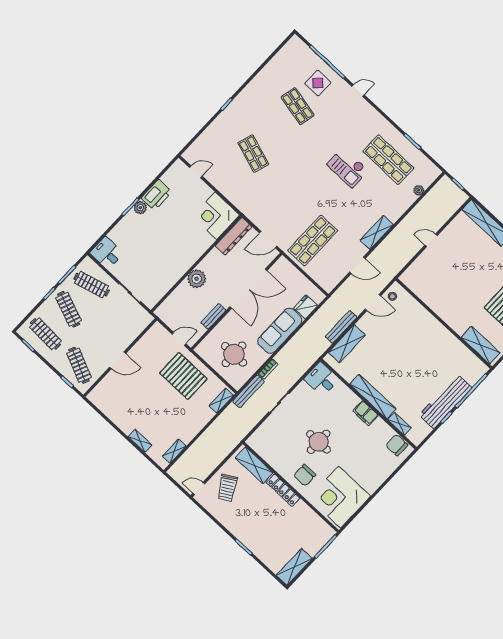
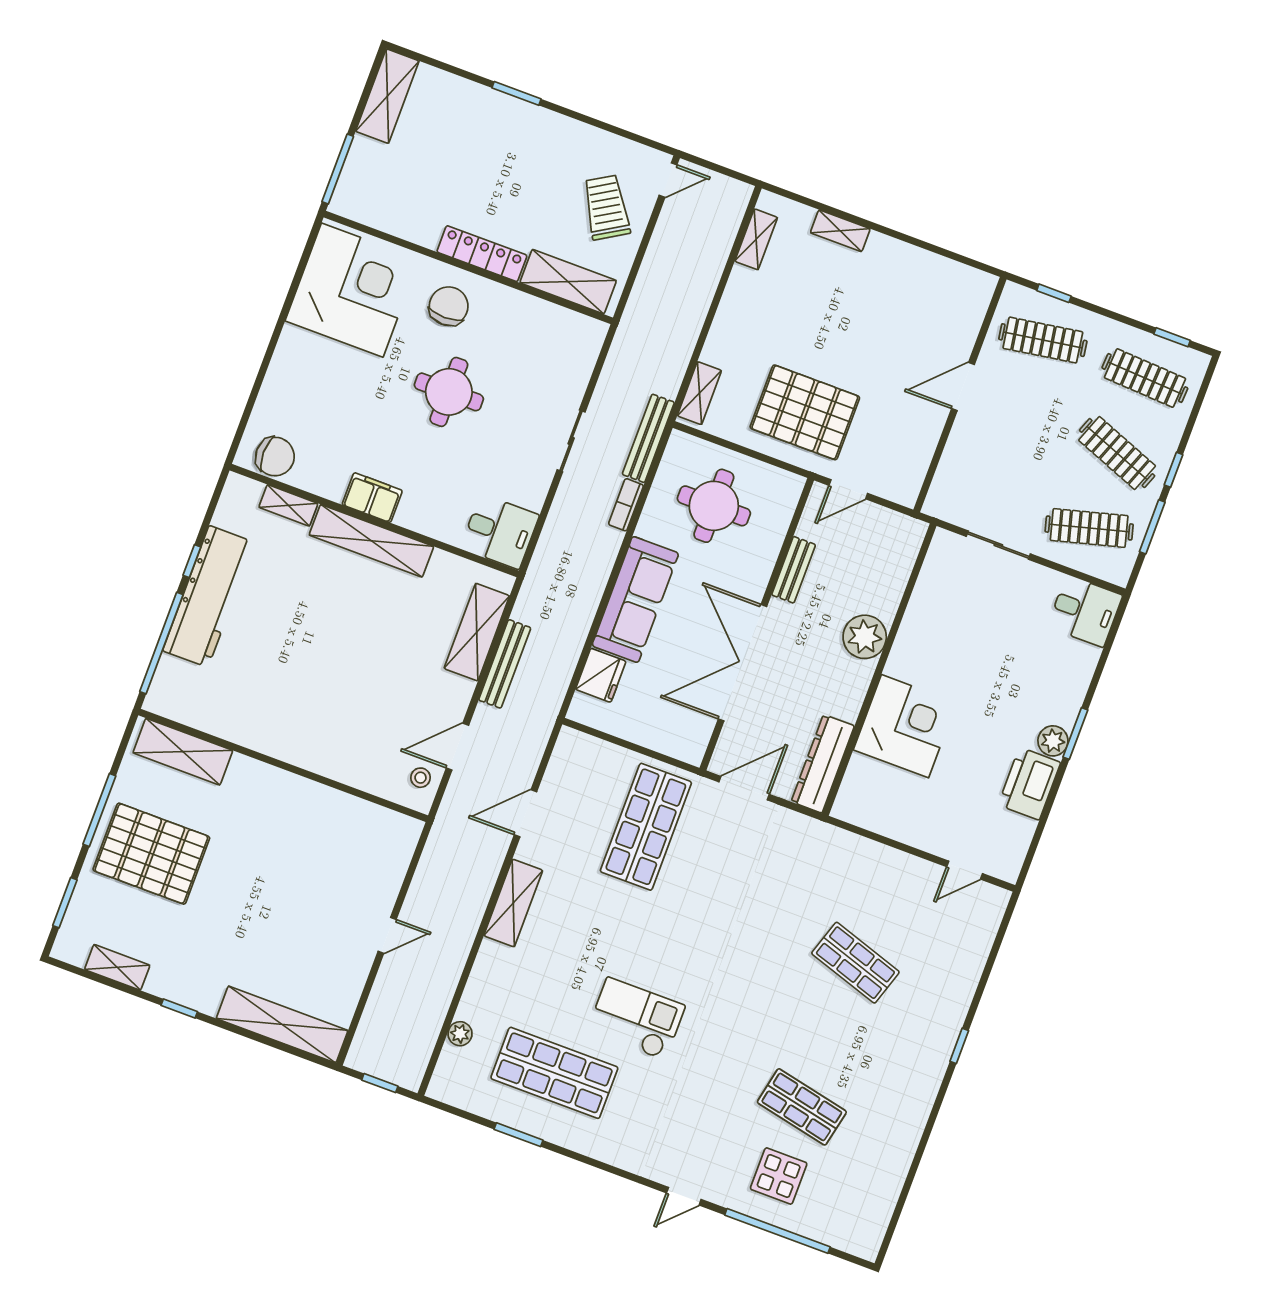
corner desk: (216, 216) -> (905, 726), moved
clothes rail: (79, 365) -> (1043, 340), turned -33

